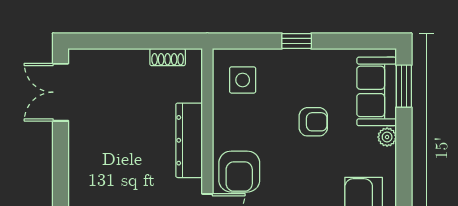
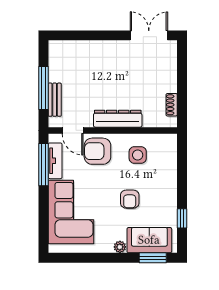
window: (297, 41) -> (182, 218), moved
side table: (243, 80) -> (138, 155), moved

